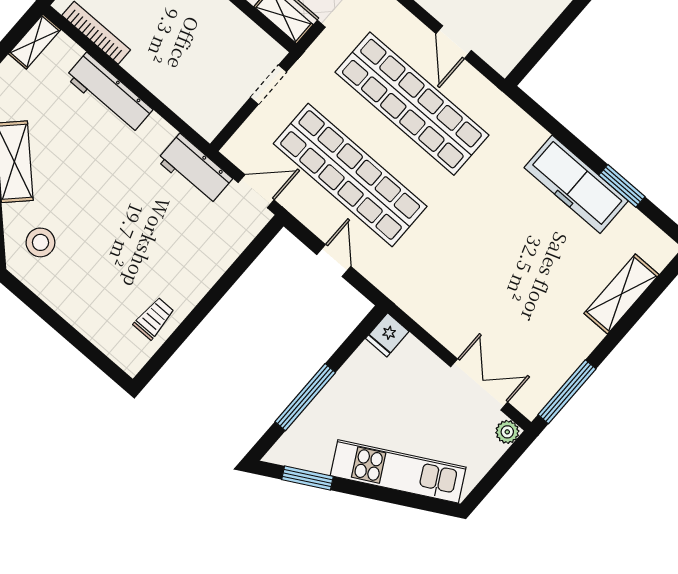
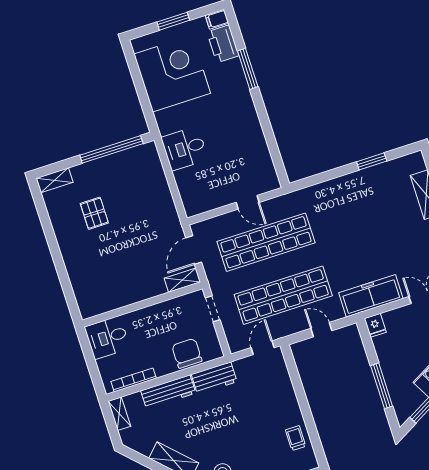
chair: (181, 86) -> (187, 353), added
workbench: (195, 169) -> (214, 378), moved
freezer: (576, 184) -> (371, 296), moved, turned 180

